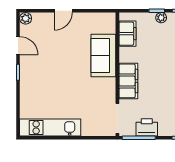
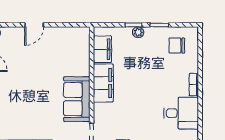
sofa: (103, 56) -> (77, 99), moved
filing cabinet: (128, 81) -> (103, 83), moved

